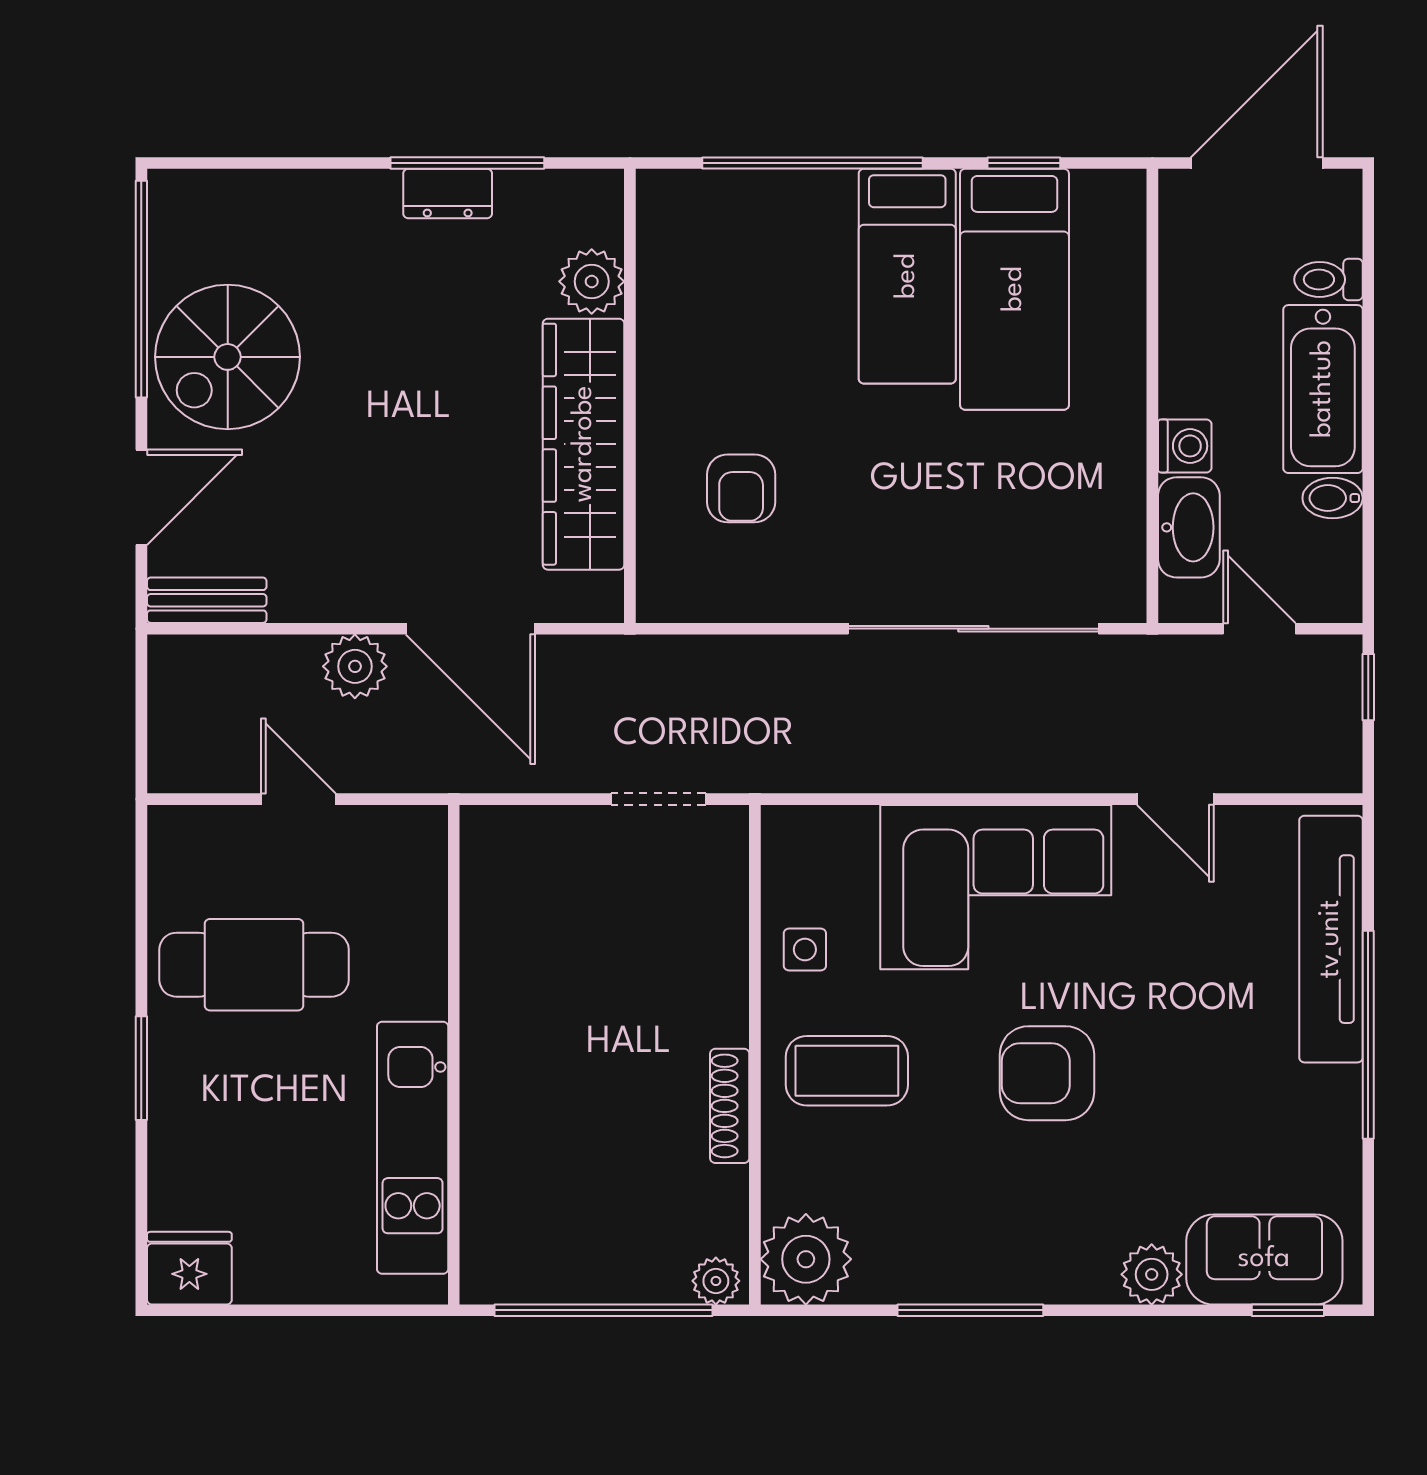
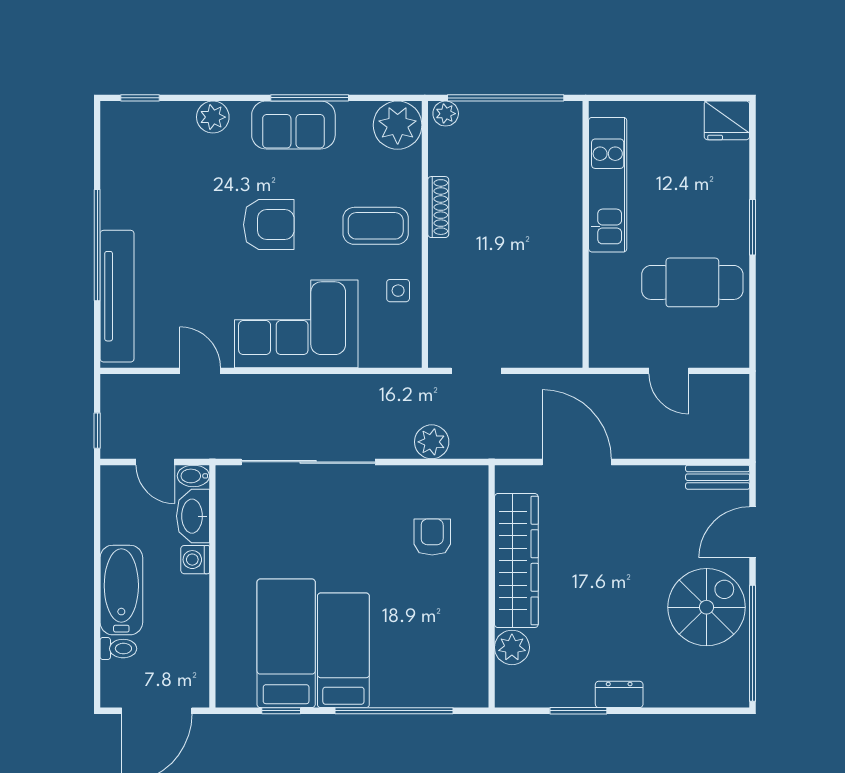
window: (467, 163) -> (578, 711), width x0.69
dresser: (448, 194) -> (619, 694), moved
bidet: (1333, 498) -> (193, 476), moved, turned 180
plant: (355, 666) -> (432, 442), moved
sofa: (1264, 1259) -> (293, 125), moved

